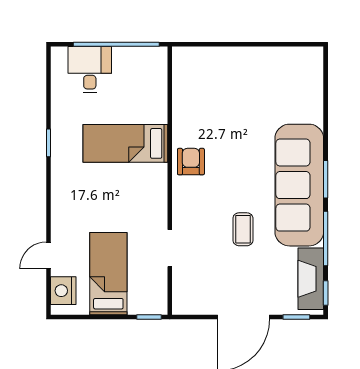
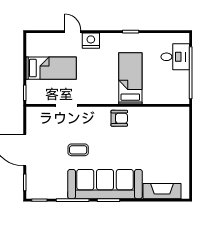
door: (49, 255) -> (73, 32), moved
fireplace: (311, 279) -> (162, 191), moved
nightstand: (63, 291) -> (91, 41), moved

